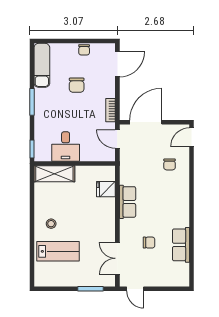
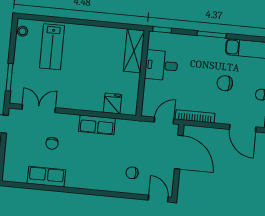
bookcase: (111, 110) -> (195, 116), width x1.56
stool: (51, 224) -> (23, 31), moved

